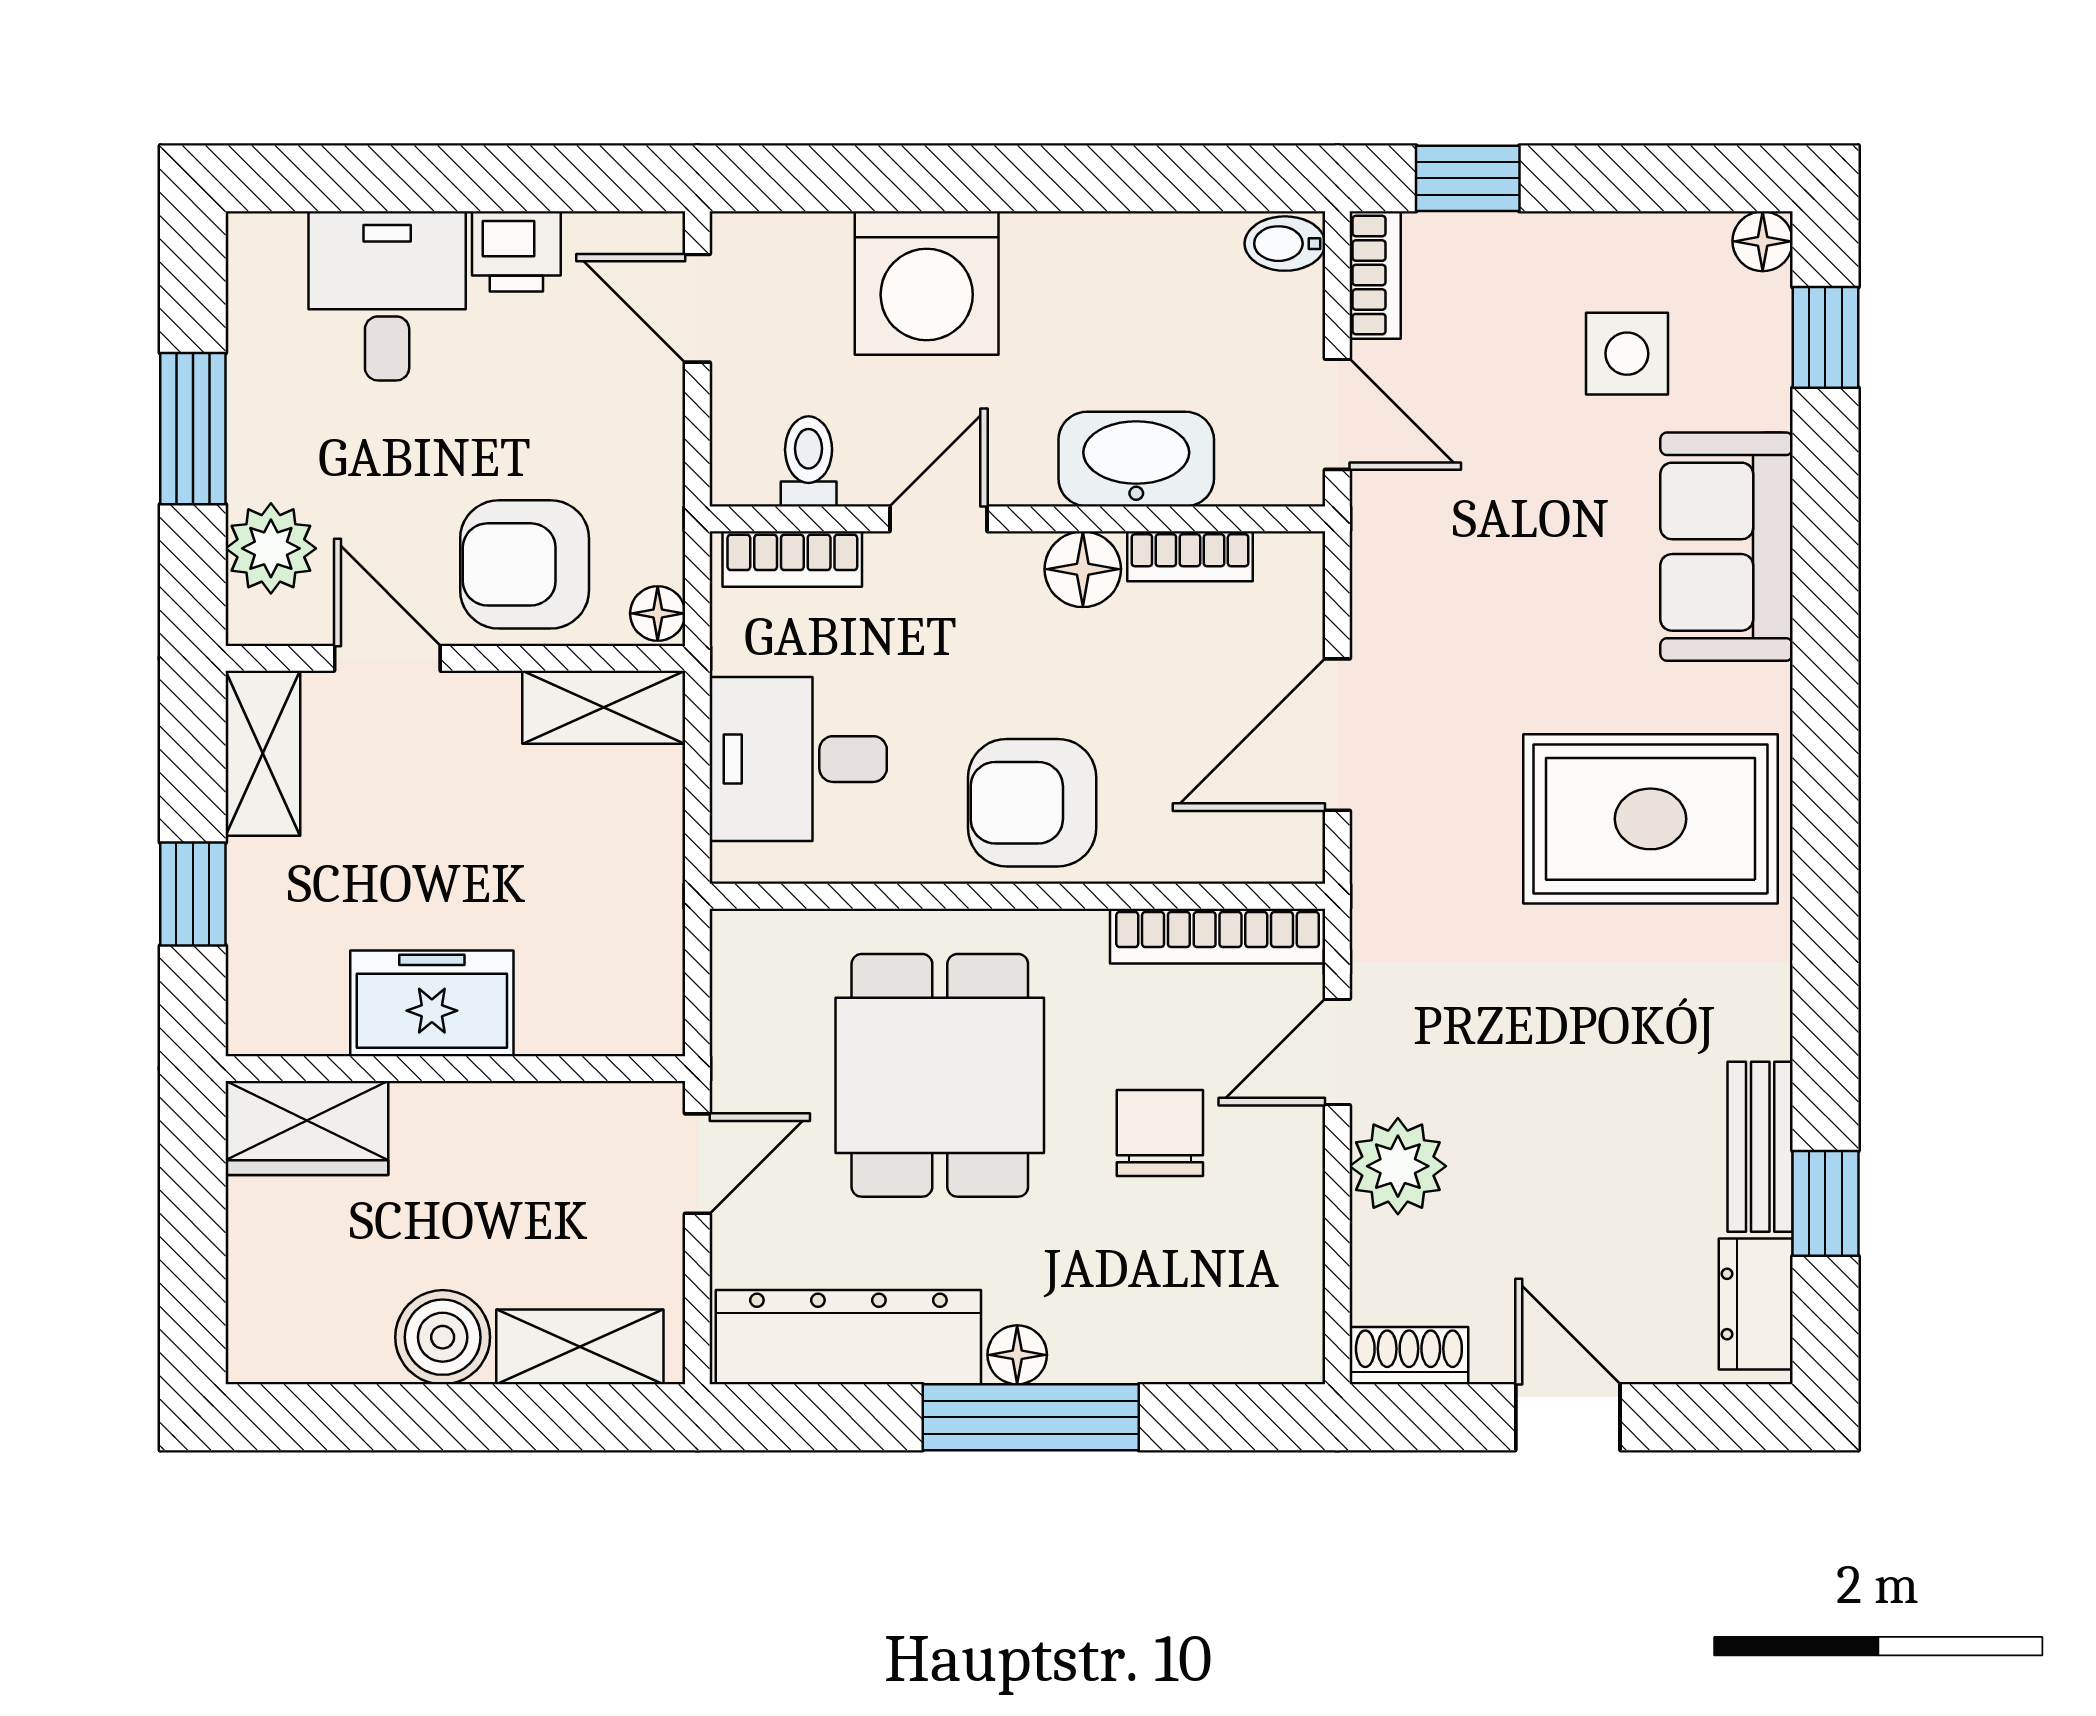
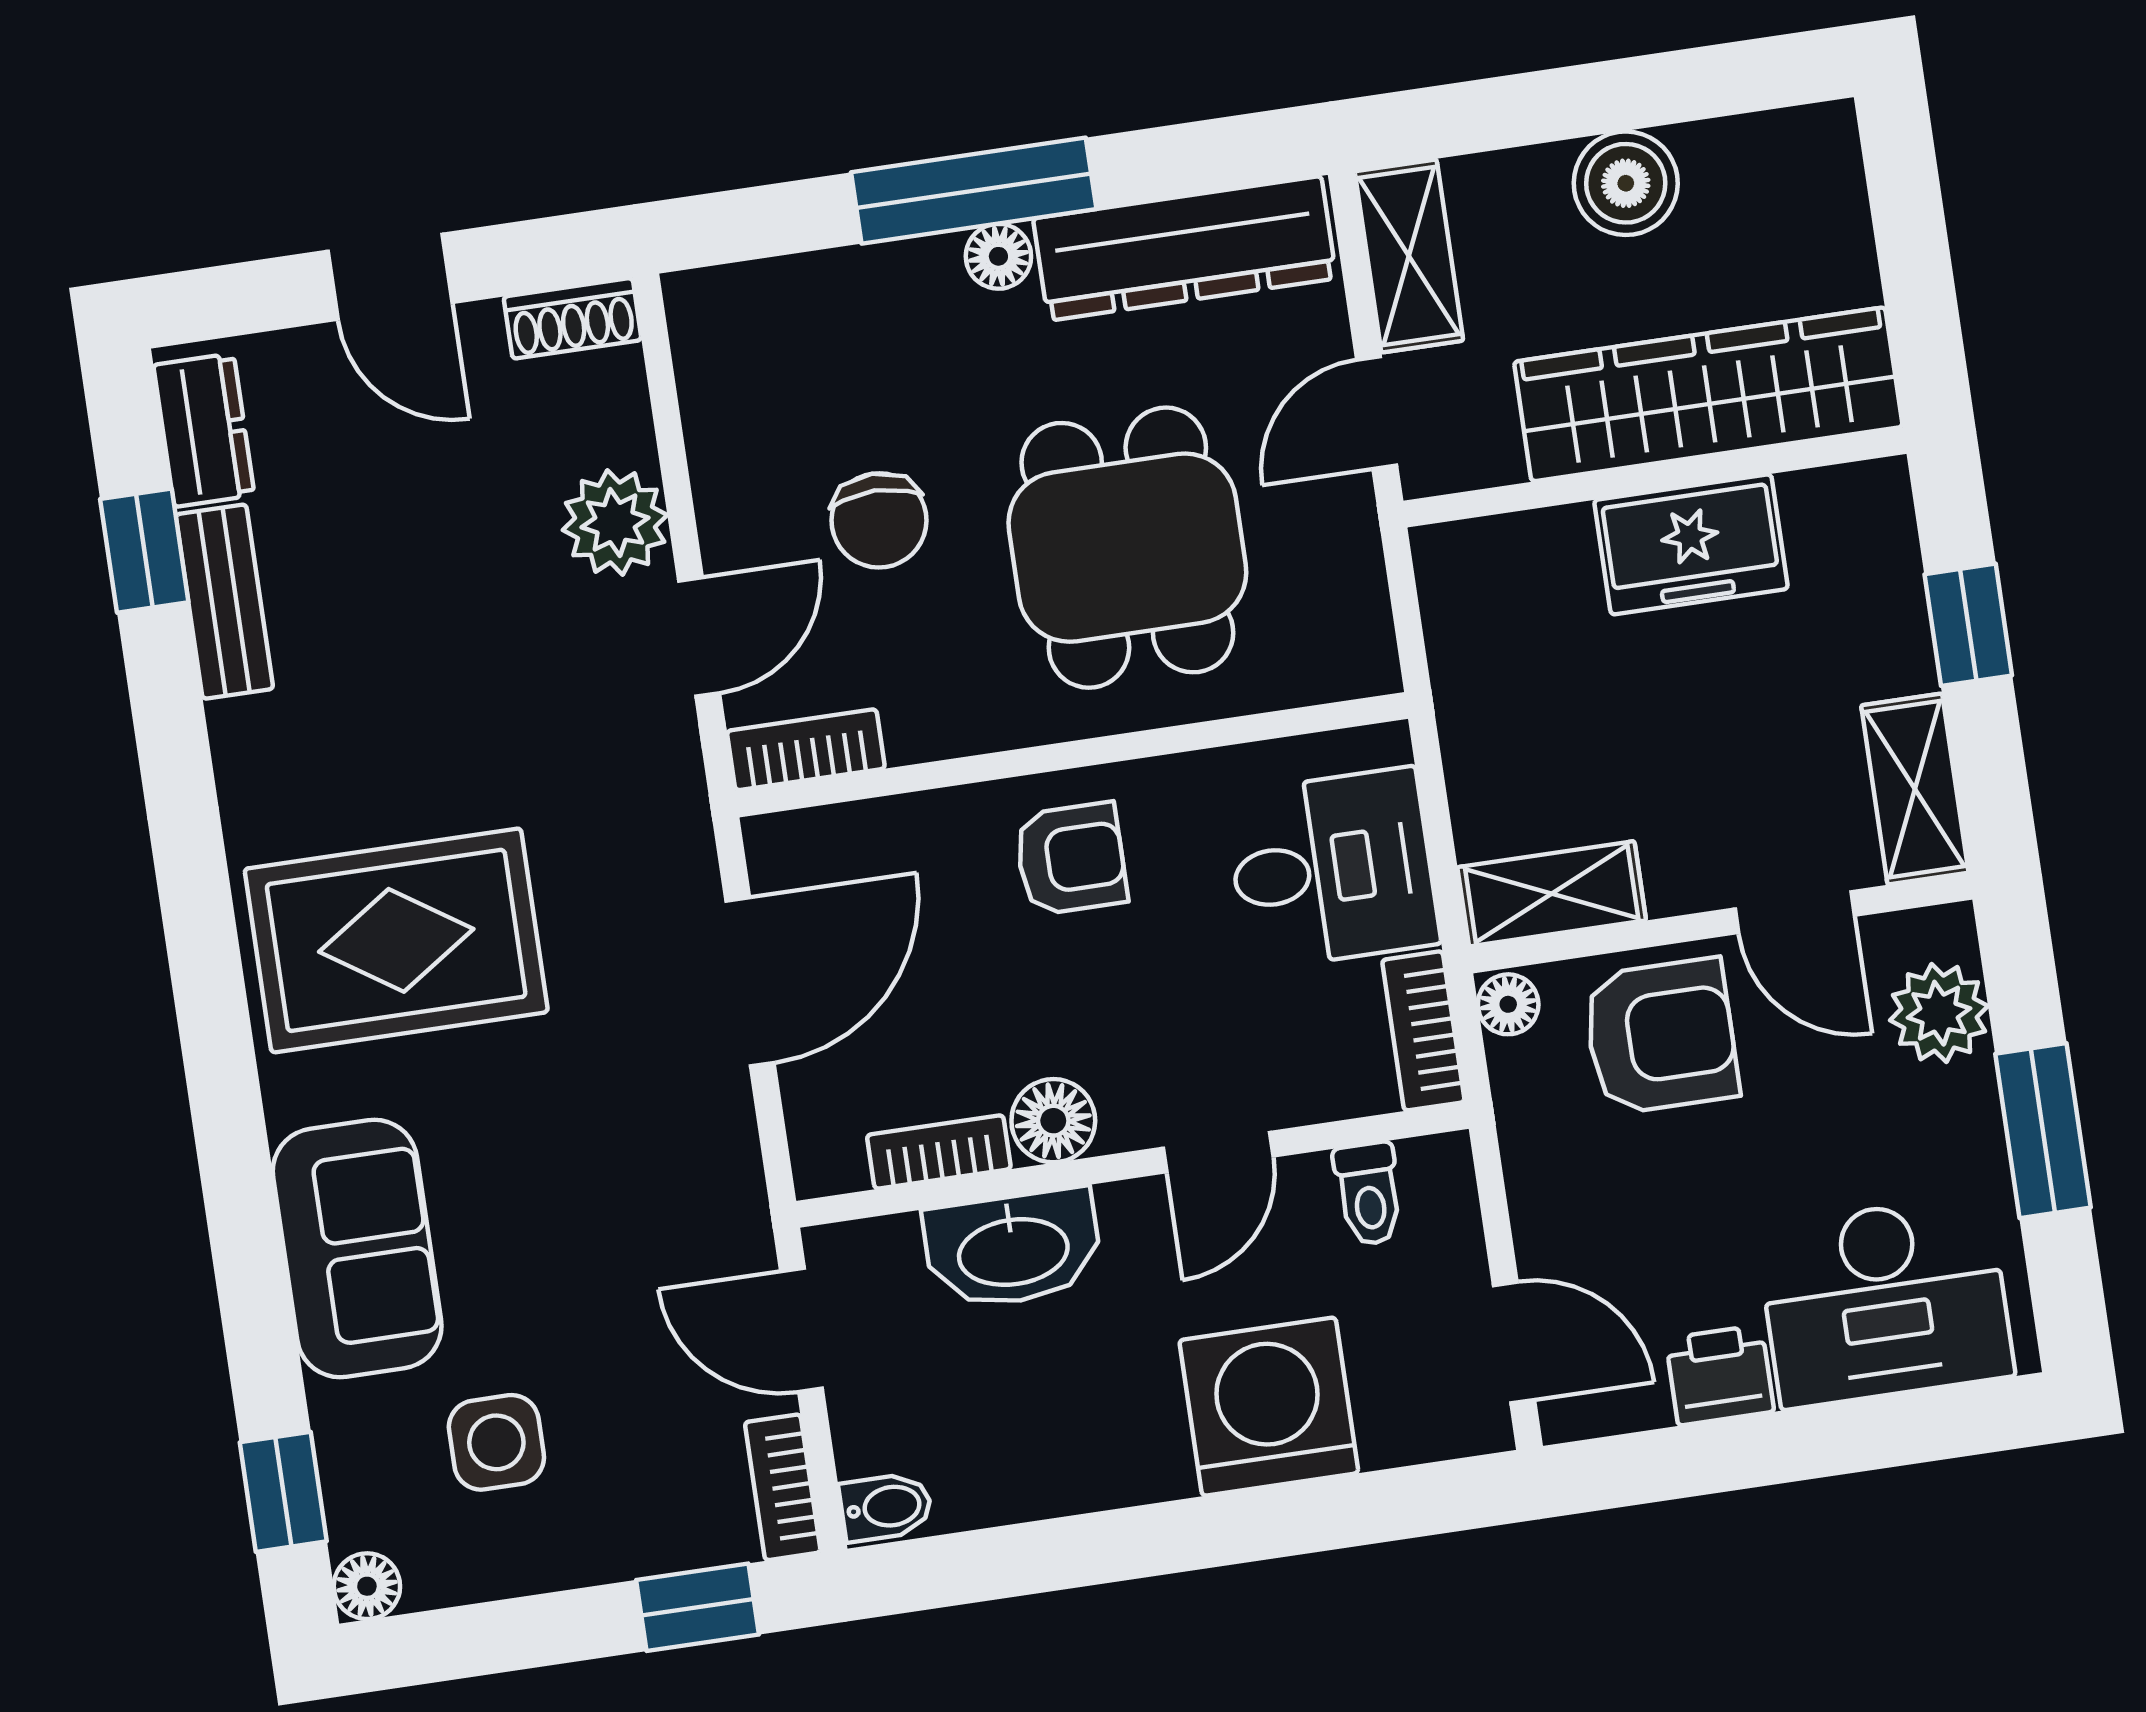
desk: (387, 296) -> (1885, 1301), width x1.37
bookcase: (792, 559) -> (1423, 1031), moved, turned -90
armchair: (1032, 803) -> (1071, 859), width x0.72, depth x0.72
bookcase: (1218, 936) -> (806, 750), width x0.64
wardrobe: (307, 1128) -> (1708, 394), width x2.10, depth x1.17
shelving: (580, 1347) -> (1409, 256), moved, turned 90

